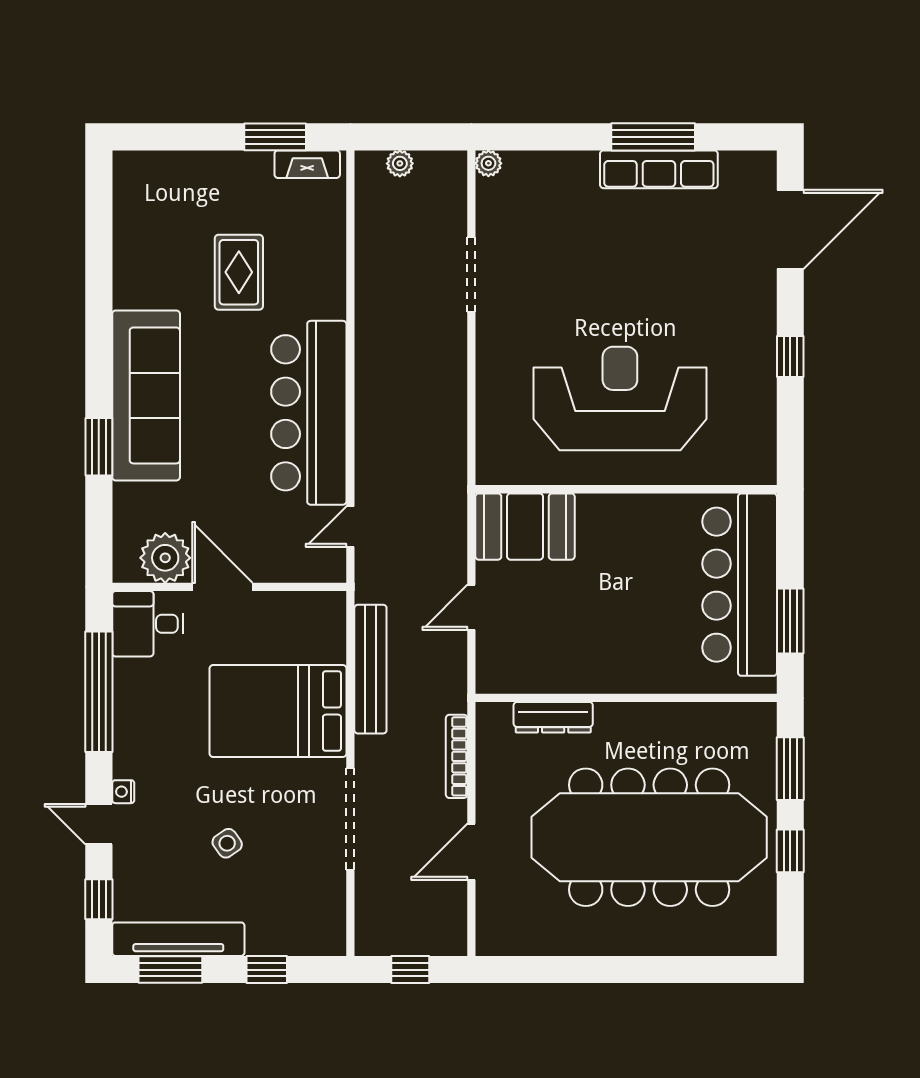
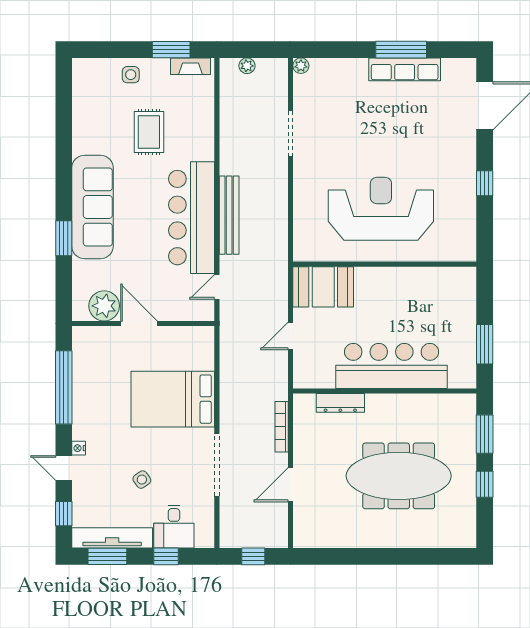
side table: (209, 178) -> (131, 75), added
bar counter: (740, 585) -> (392, 366), moved, turned 90
desk: (148, 624) -> (174, 527), moved, turned -90
bench: (370, 669) -> (229, 215), moved
meeting table: (649, 837) -> (399, 476), width x0.73, depth x0.79

